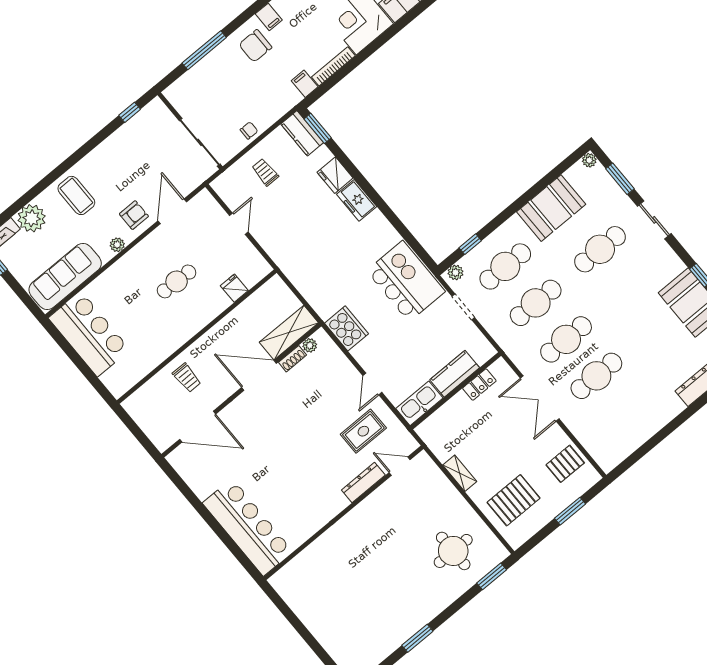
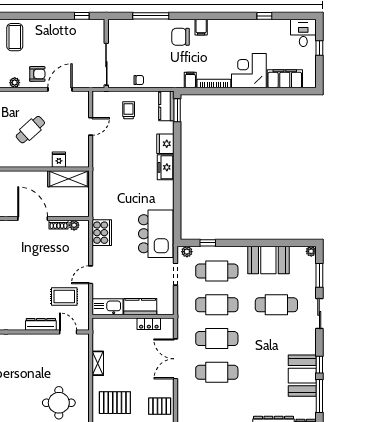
cafe table: (177, 281) -> (30, 130), turned -44
shelving: (289, 333) -> (68, 179), moved

